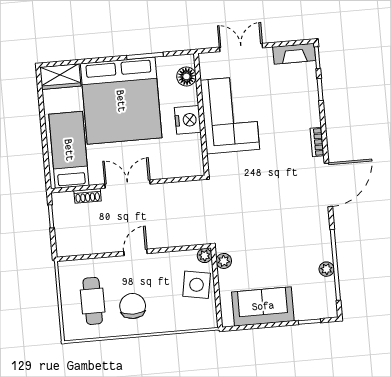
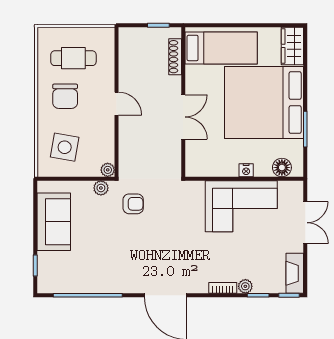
nightstand: (188, 120) -> (246, 170), width x0.53, depth x0.56
bookcase: (317, 142) -> (223, 288), moved
double door: (128, 184) -> (183, 117), moved
shoe rack: (88, 196) -> (175, 57), width x1.43
armchair: (237, 226) -> (133, 204), added
plant: (327, 269) -> (245, 286), moved
side table: (197, 285) -> (65, 147), moved
chair: (133, 306) -> (65, 96), turned 90

